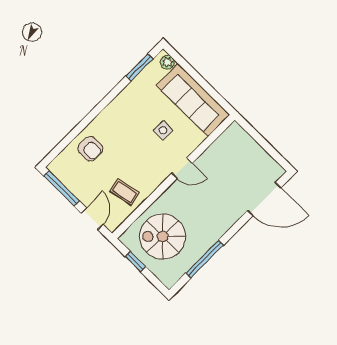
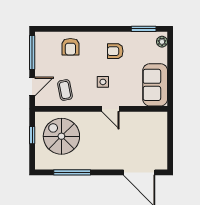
sofa: (193, 100) -> (155, 85), width x0.73
armchair: (134, 113) -> (115, 51), added
side table: (163, 130) -> (103, 82), moved

